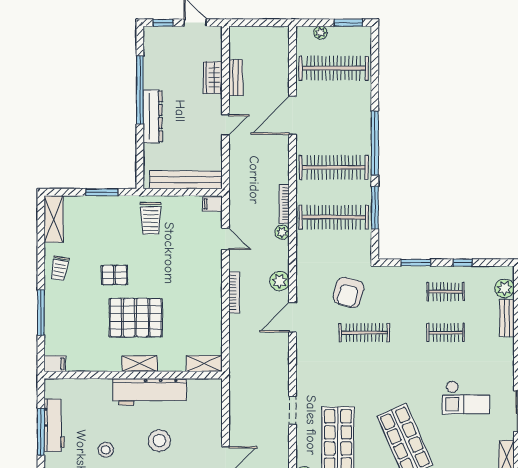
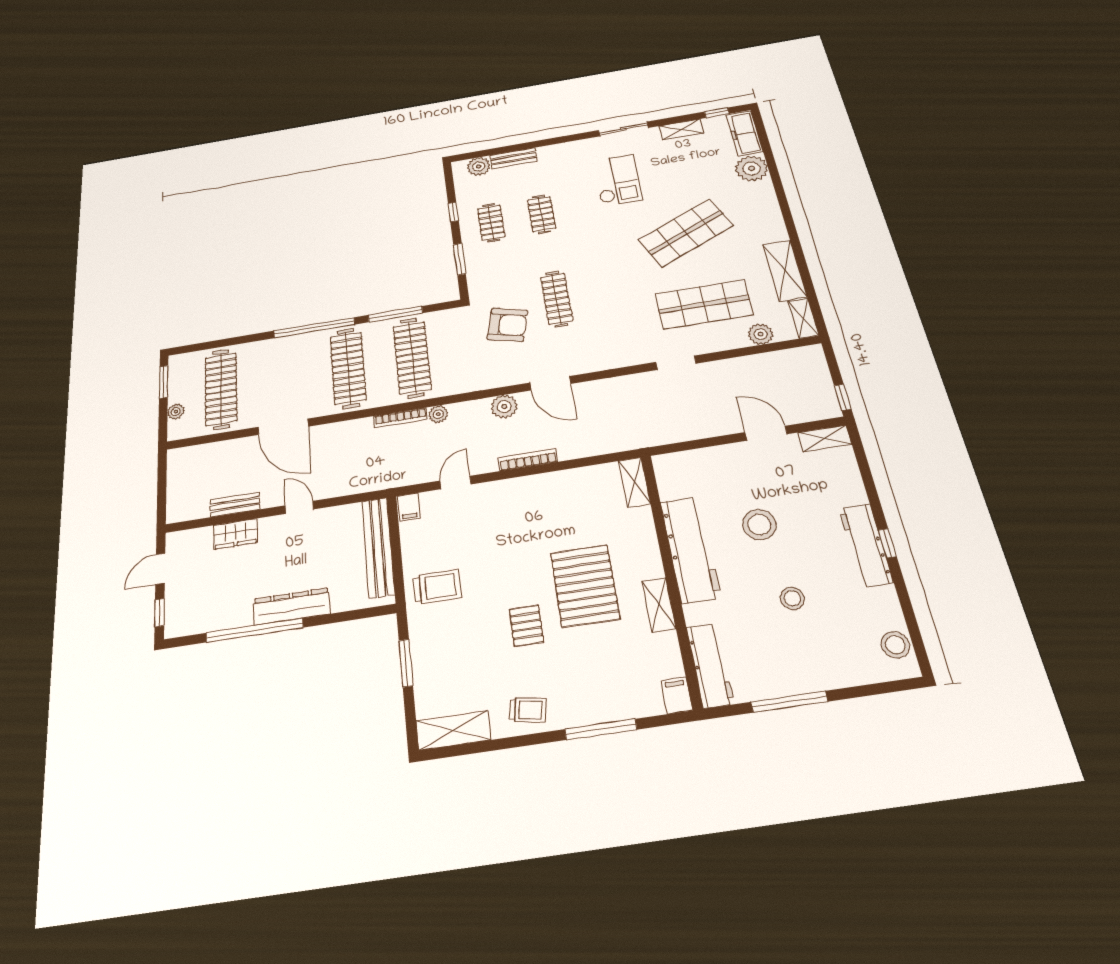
shelving: (140, 364) -> (659, 605), moved
workbench: (54, 425) -> (710, 665), moved, turned 90

